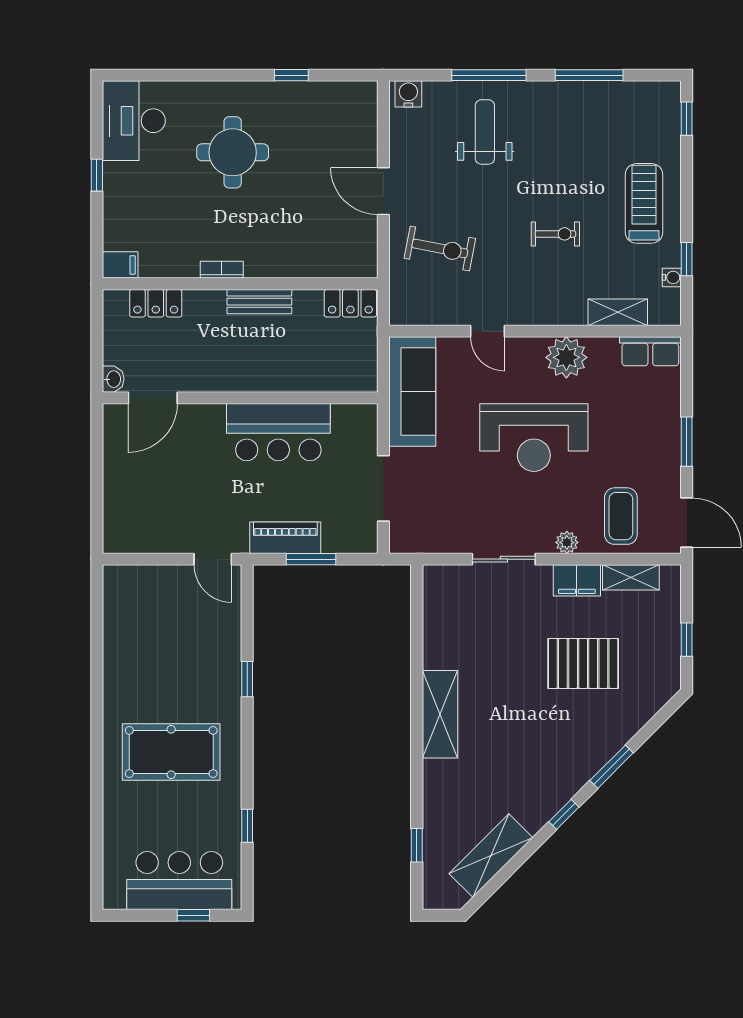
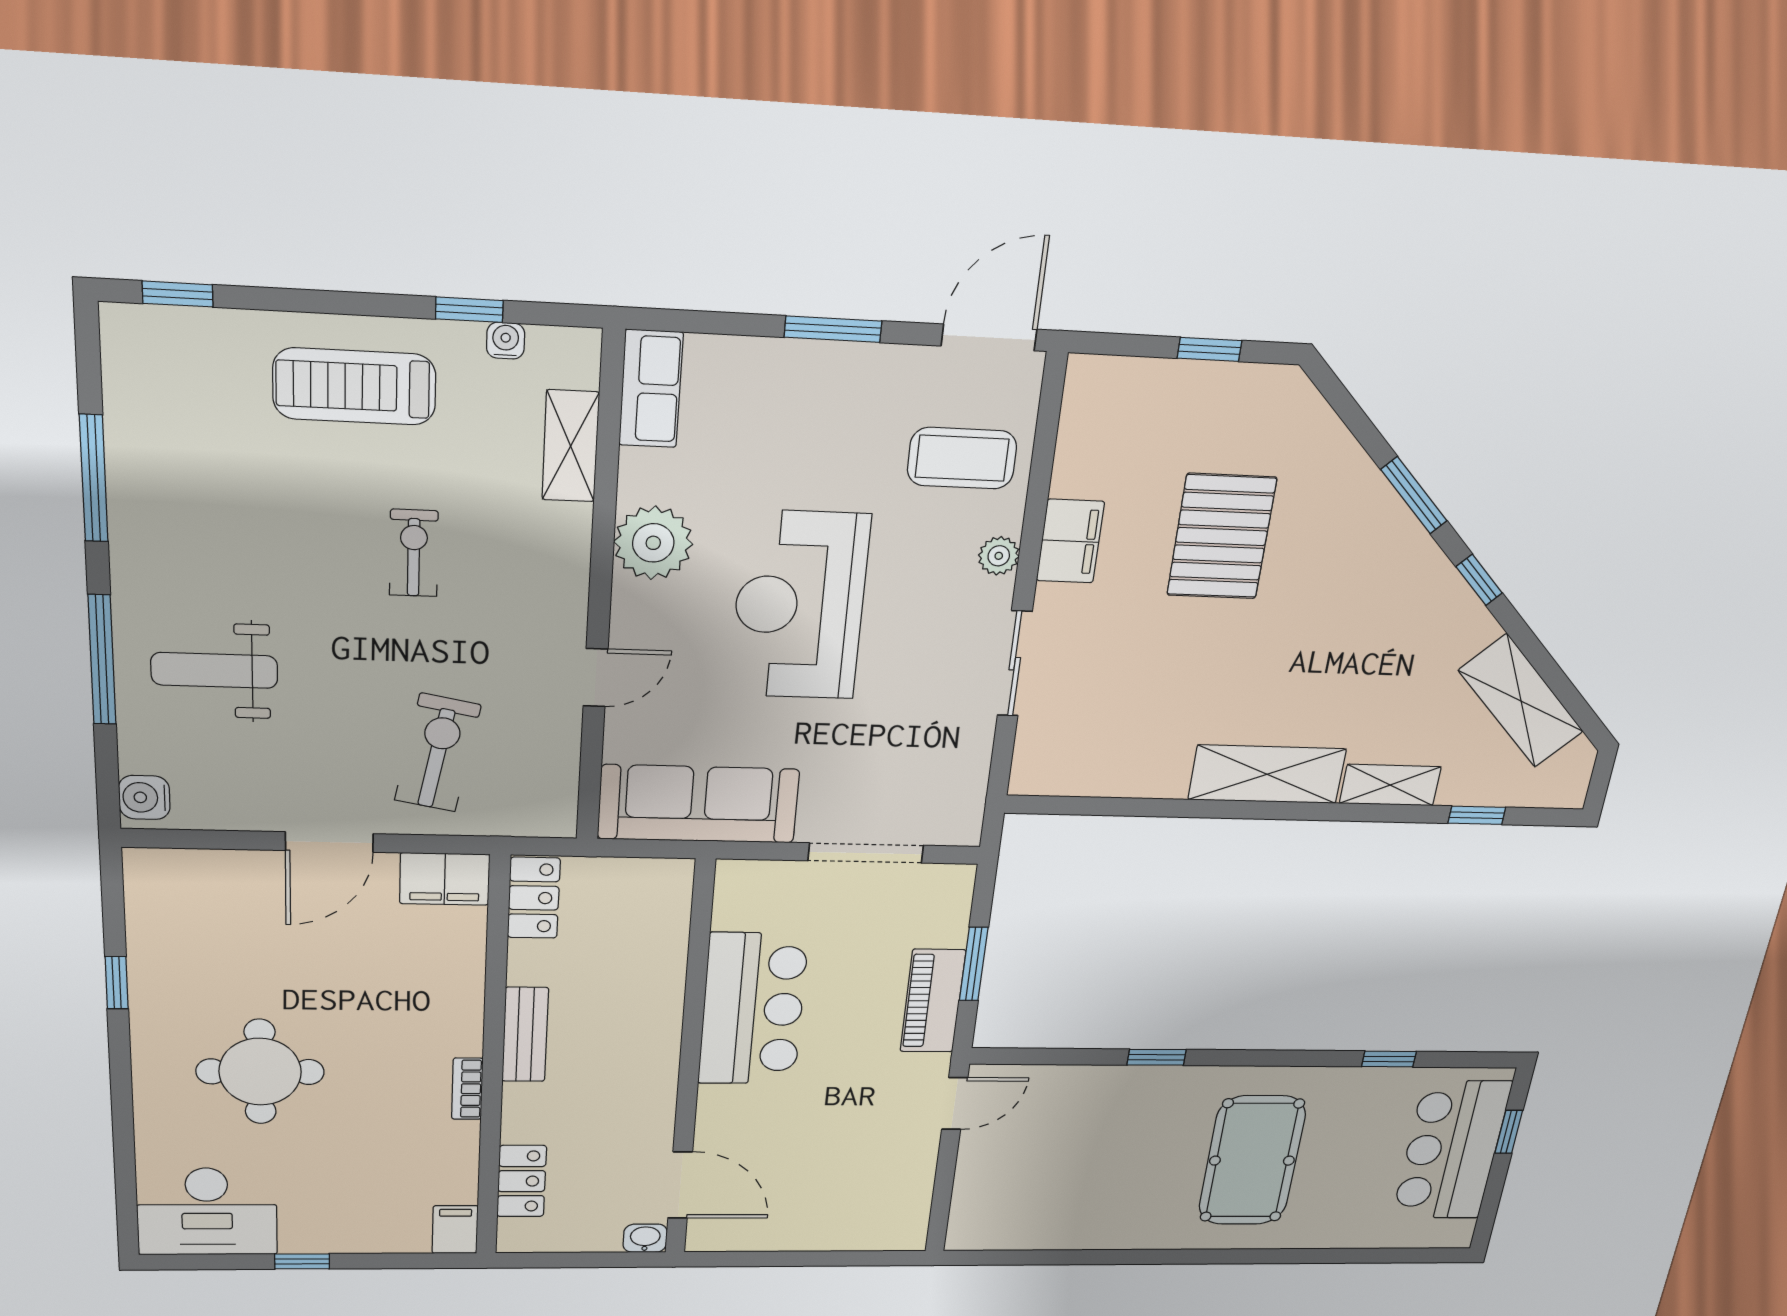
filing cabinet: (362, 254) -> (445, 879), added
reception desk: (534, 438) -> (799, 605), turned 180
shelving: (631, 577) -> (1390, 785), moved, turned 90

